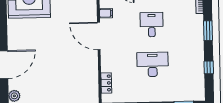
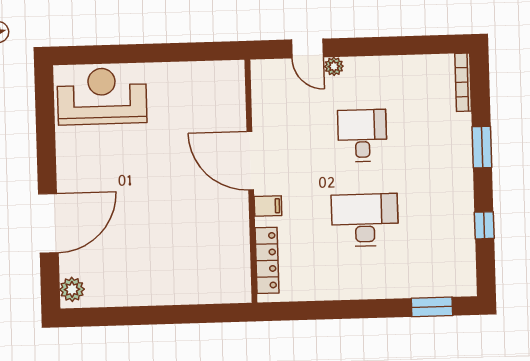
filing cabinet: (106, 13) -> (268, 206), moved
locker: (106, 83) -> (267, 260), width x1.53

